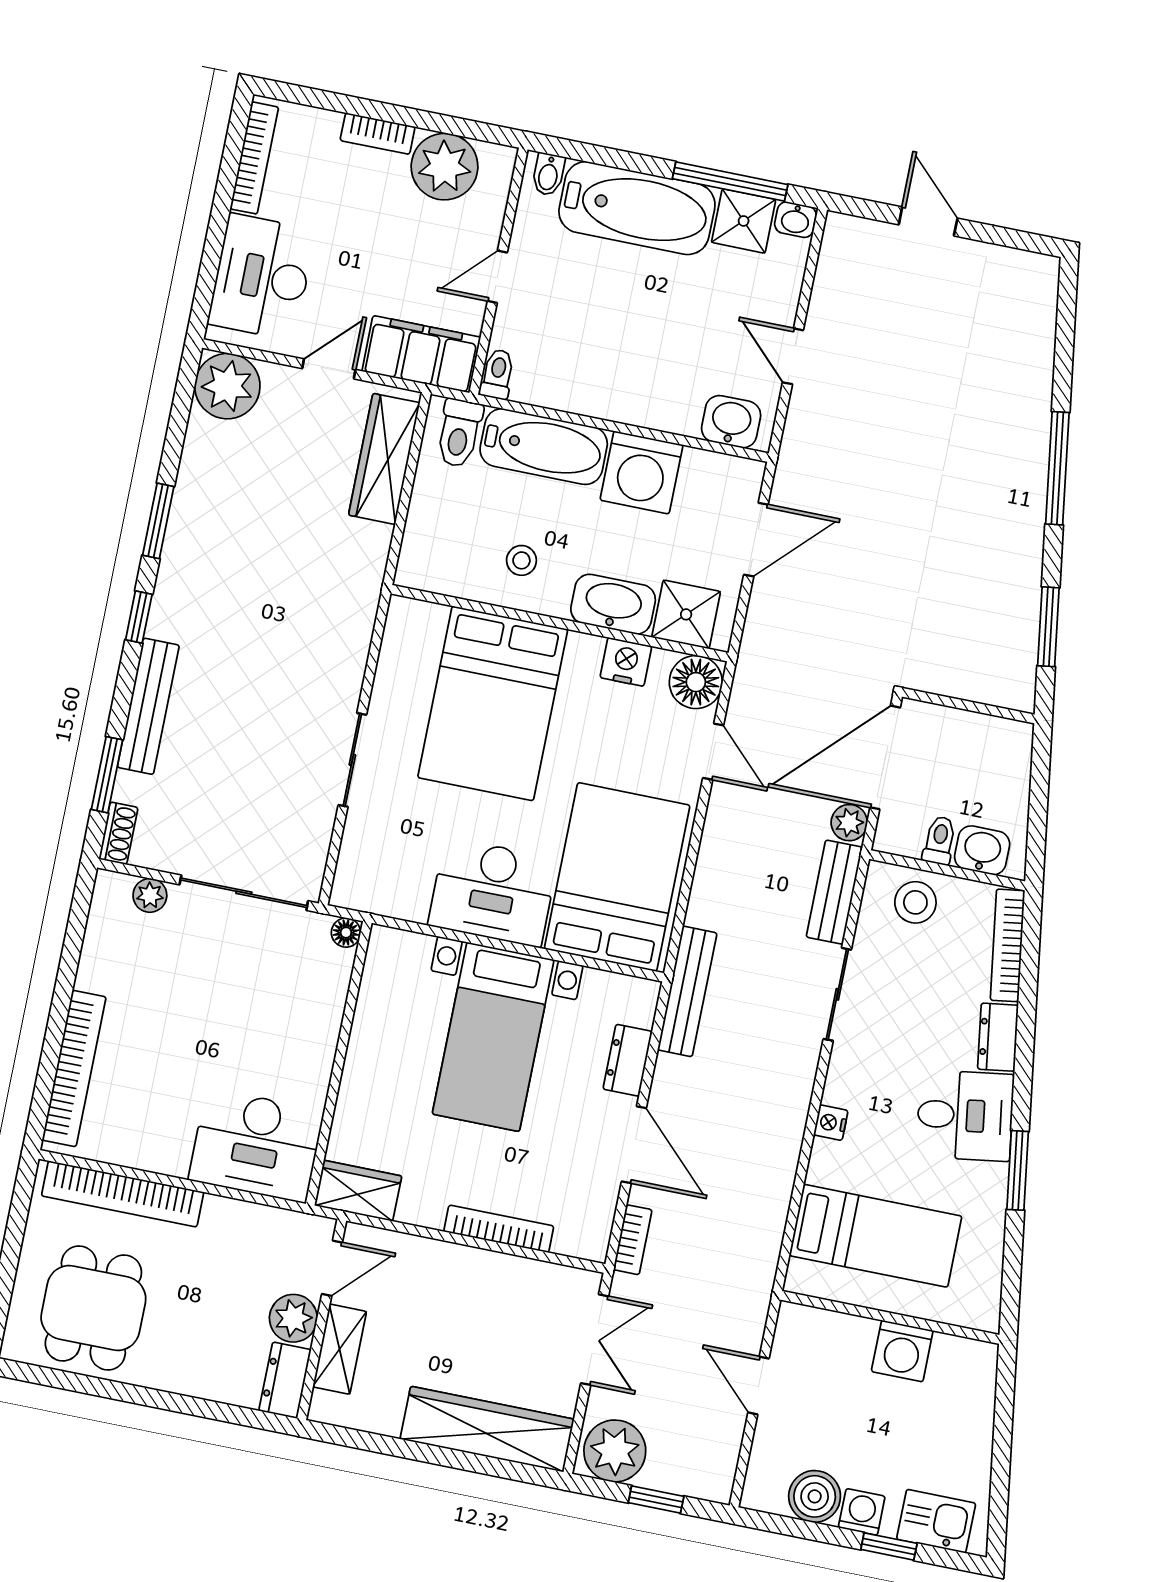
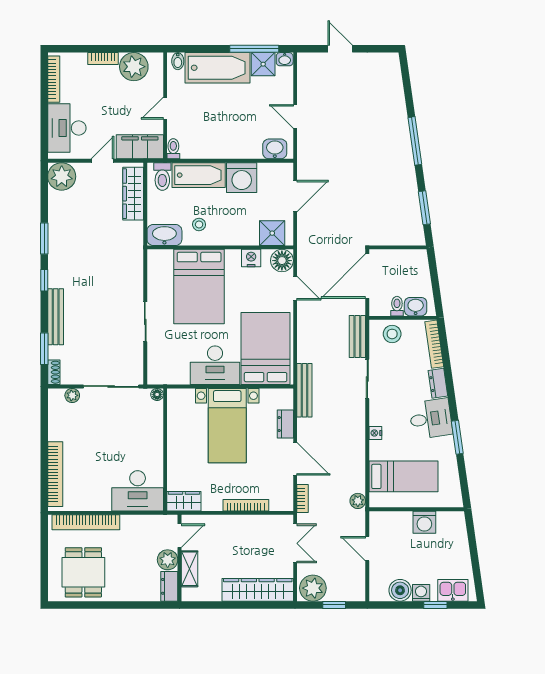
washbasin: (613, 604) -> (164, 235), moved
plant: (849, 823) -> (358, 501), moved

